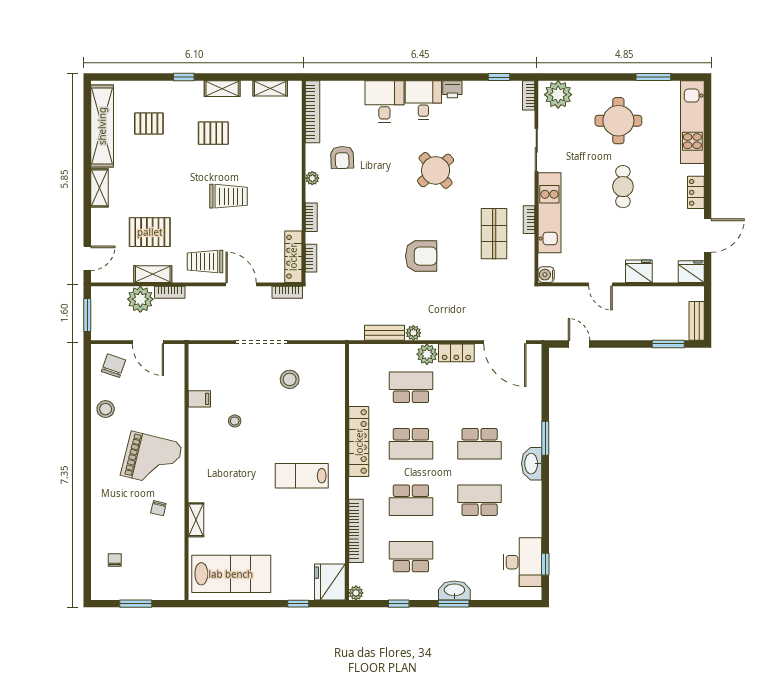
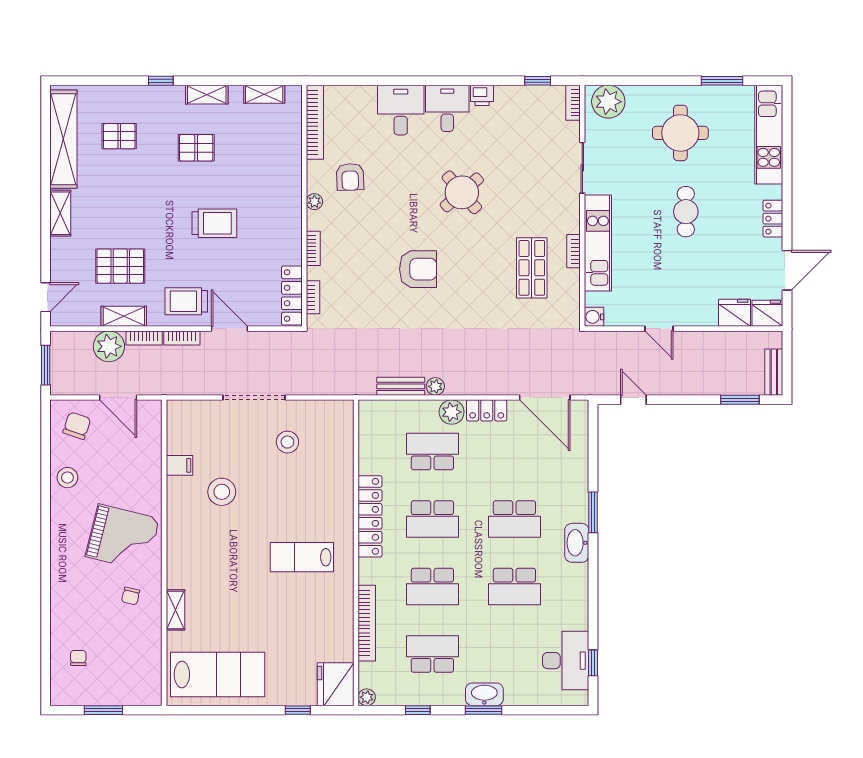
armchair: (421, 256) -> (418, 269), moved
fridge: (639, 271) -> (735, 313), moved
bookcase: (287, 292) -> (182, 338), moved
stool: (235, 421) -> (222, 492), width x1.89, depth x1.89
school desk: (480, 500) -> (514, 587), turned 180

